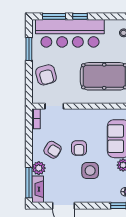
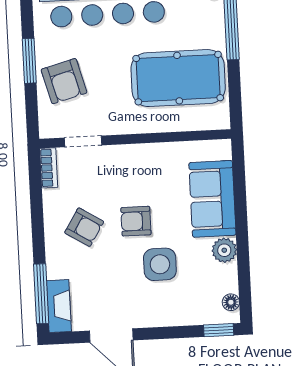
window: (29, 49) -> (29, 61), moved
armchair: (79, 148) -> (136, 221), turned 90
plant: (39, 168) -> (59, 265), removed

